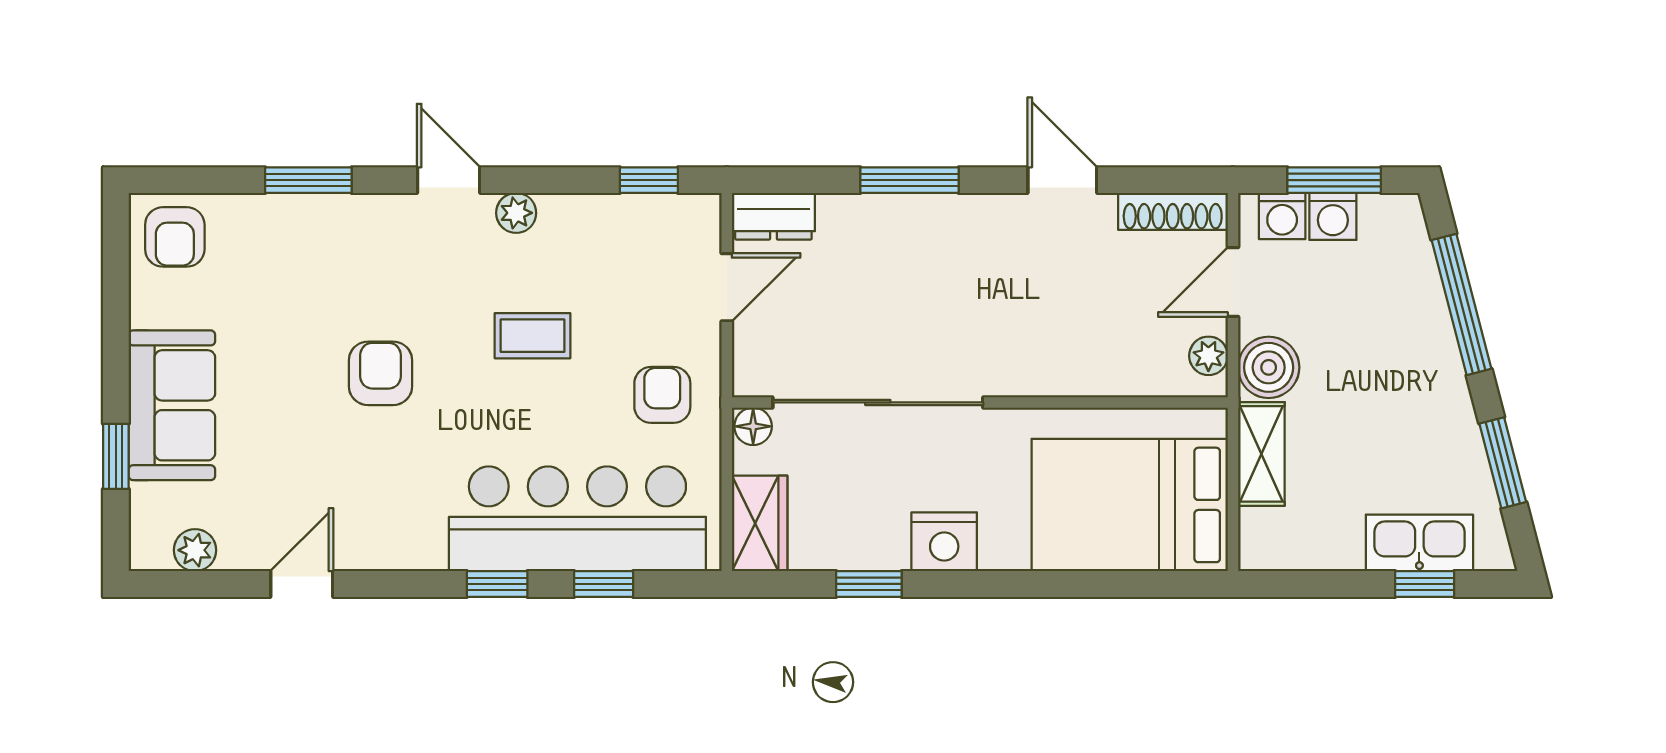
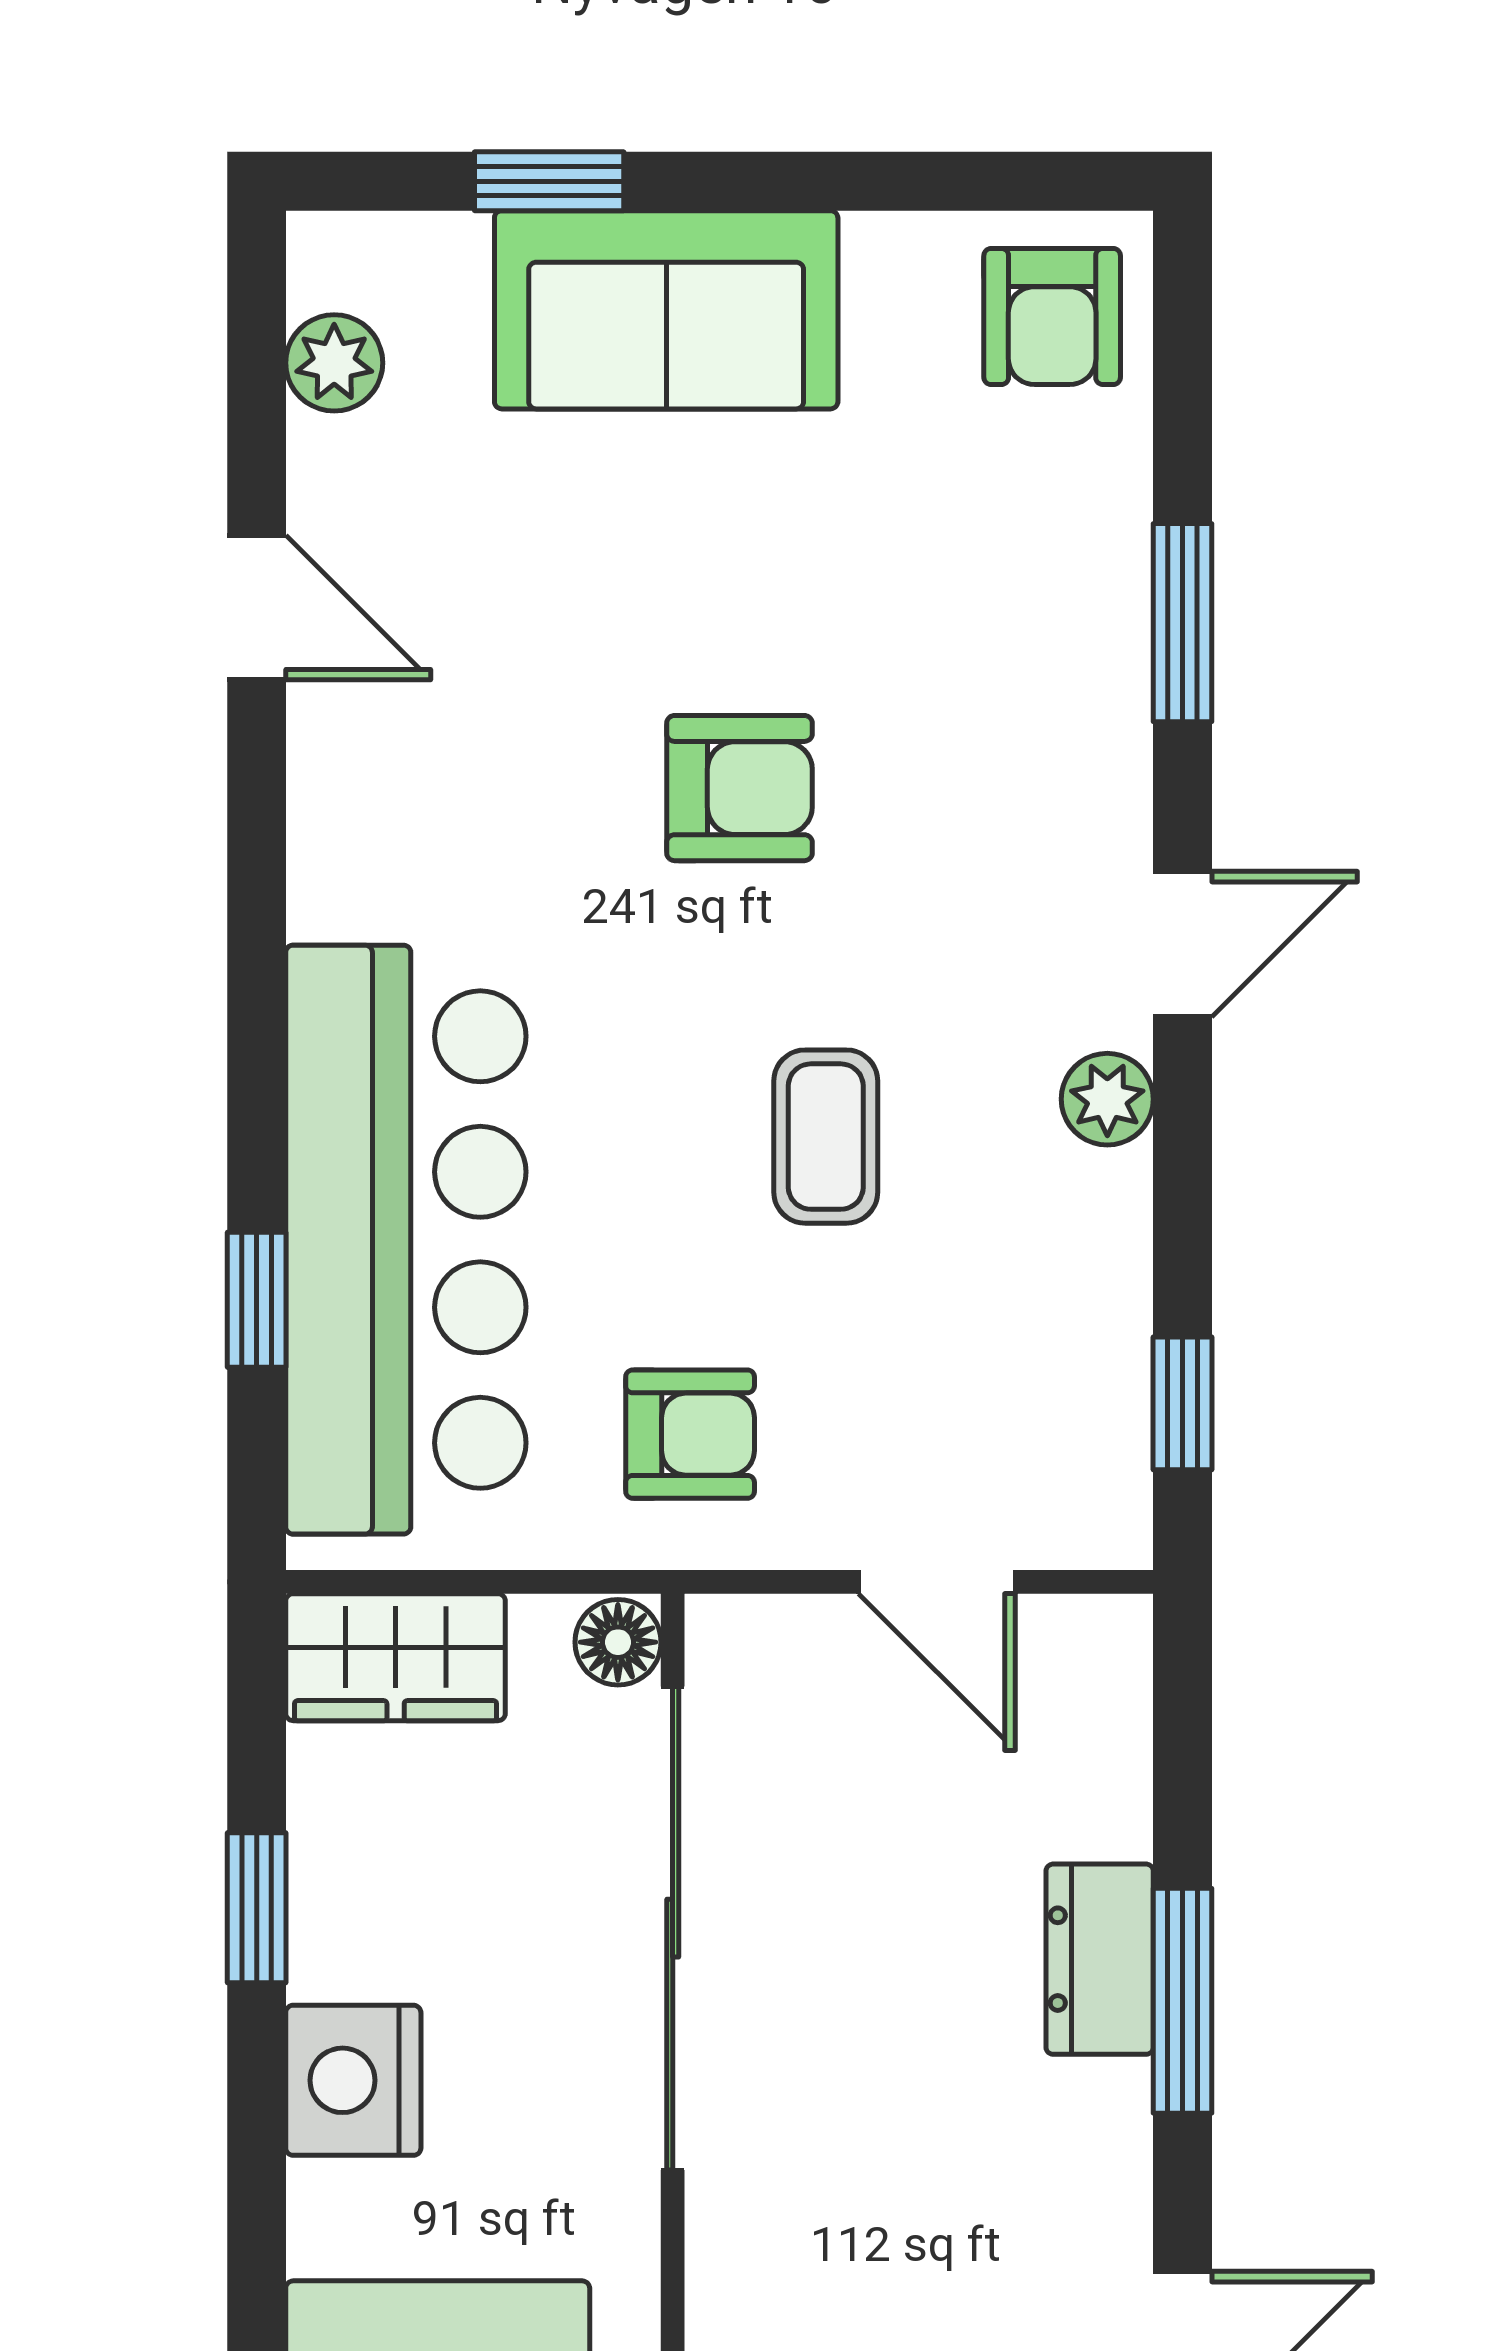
dresser: (773, 216) -> (1100, 1959), moved
armchair: (175, 237) -> (1052, 317), turned -90
window: (497, 584) -> (257, 1055), removed

